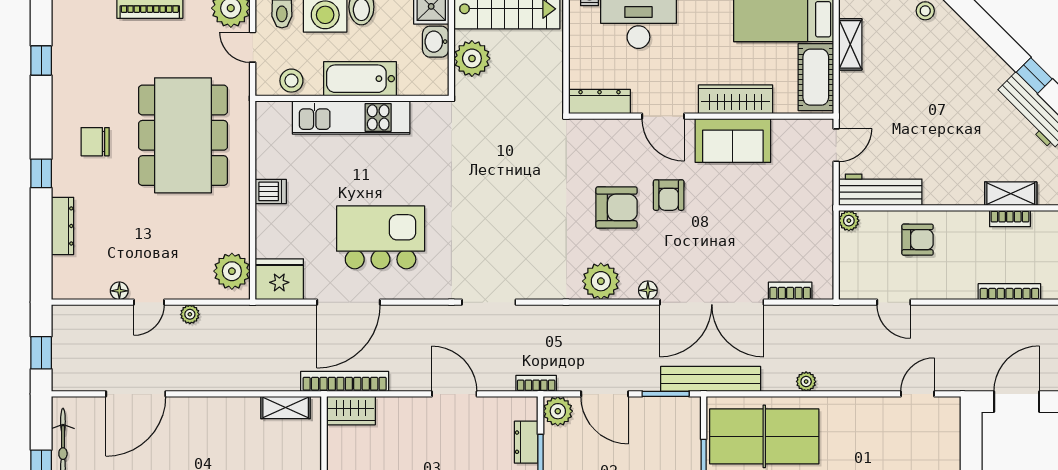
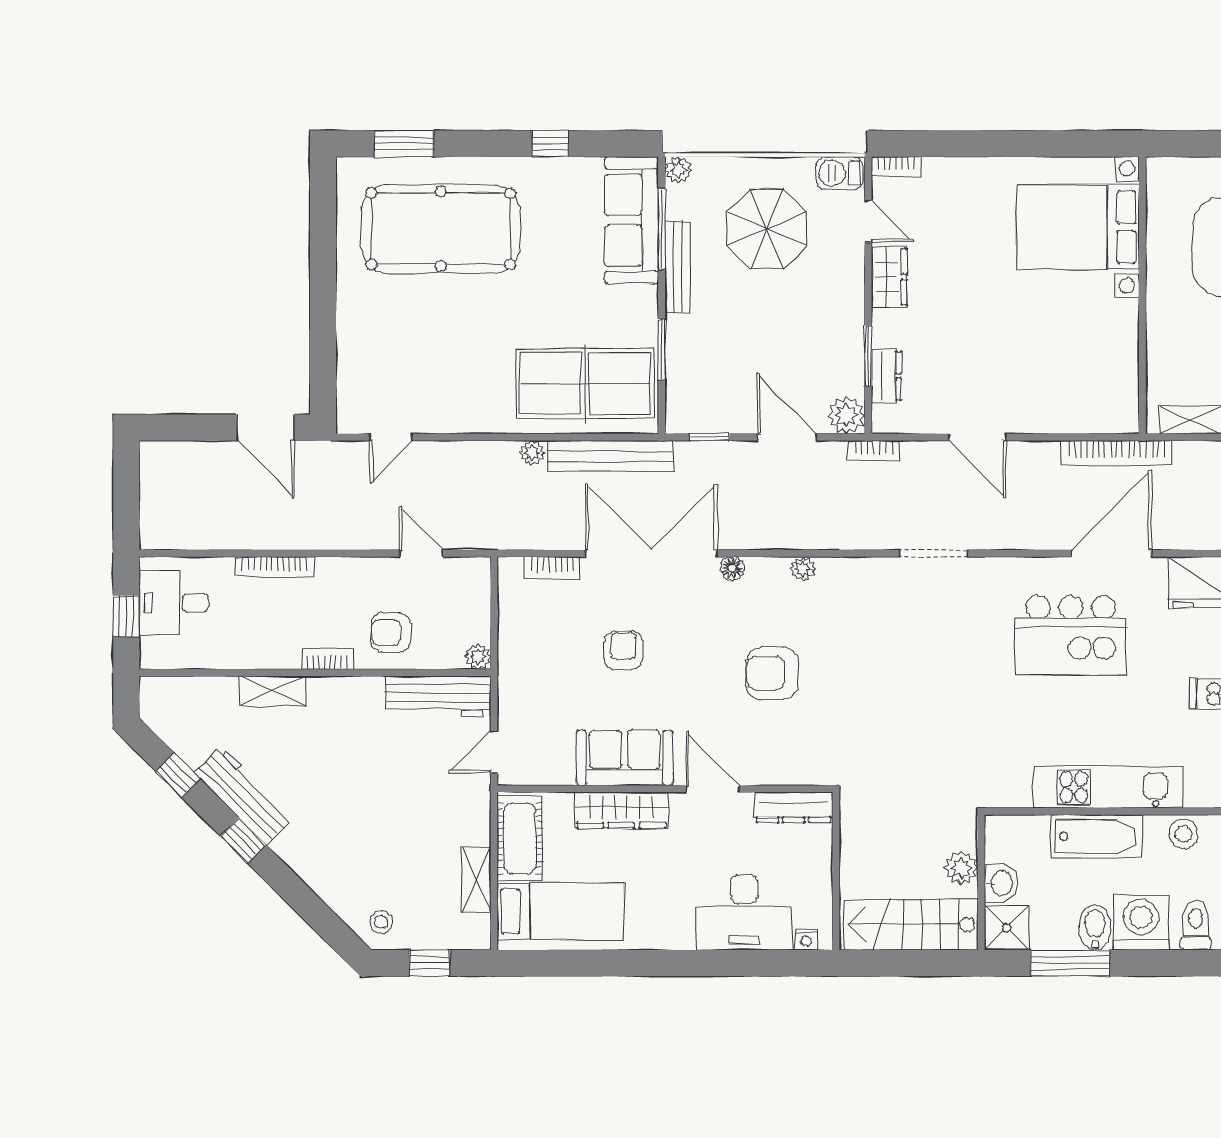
plant: (472, 58) -> (961, 868), width x0.73, depth x0.73
armchair: (669, 195) -> (623, 650), moved
bookcase: (1010, 219) -> (327, 659), moved
plant: (601, 281) -> (803, 569), width x0.53, depth x0.53
bench: (711, 379) -> (610, 456), moved
window: (666, 394) -> (710, 437), width x0.67
door: (1017, 402) -> (265, 427), hinge flipped
wardrobe: (351, 411) -> (1108, 416), removed

